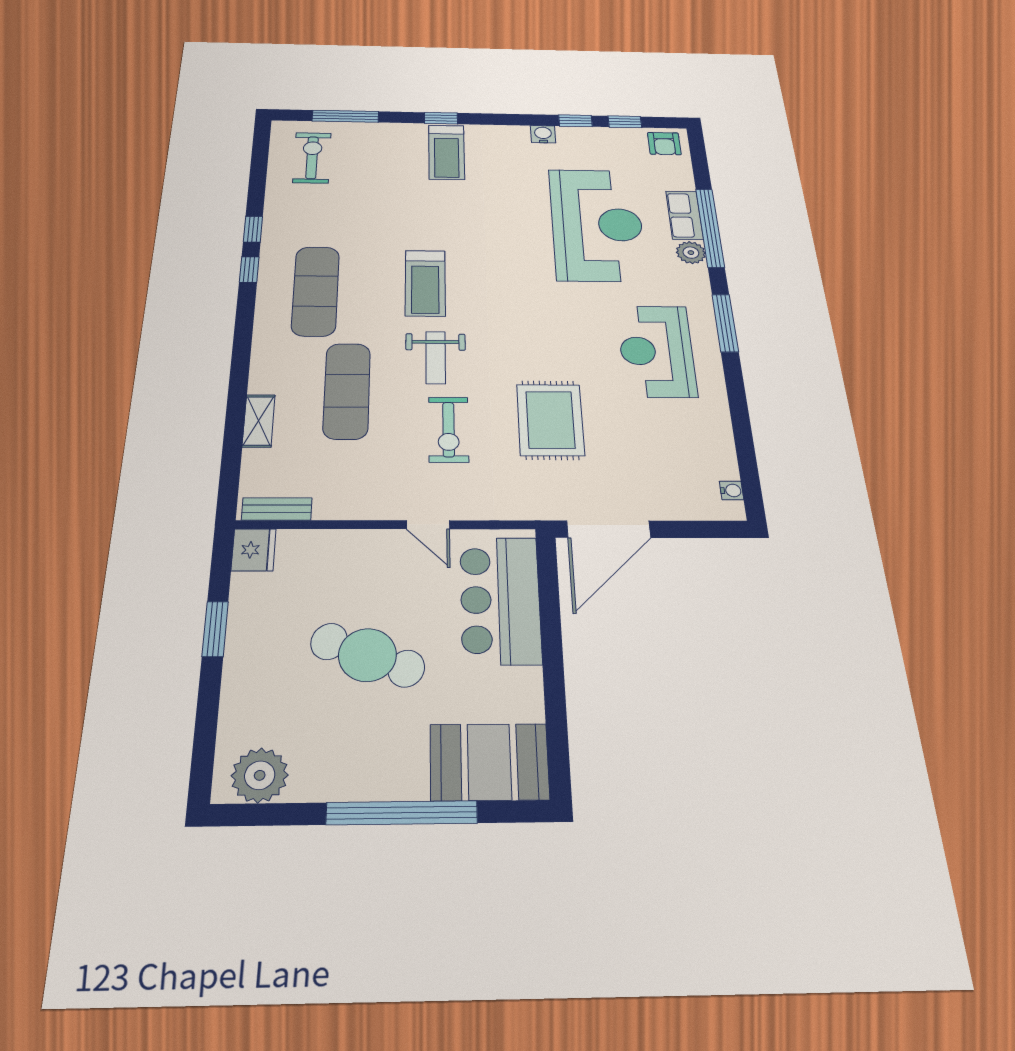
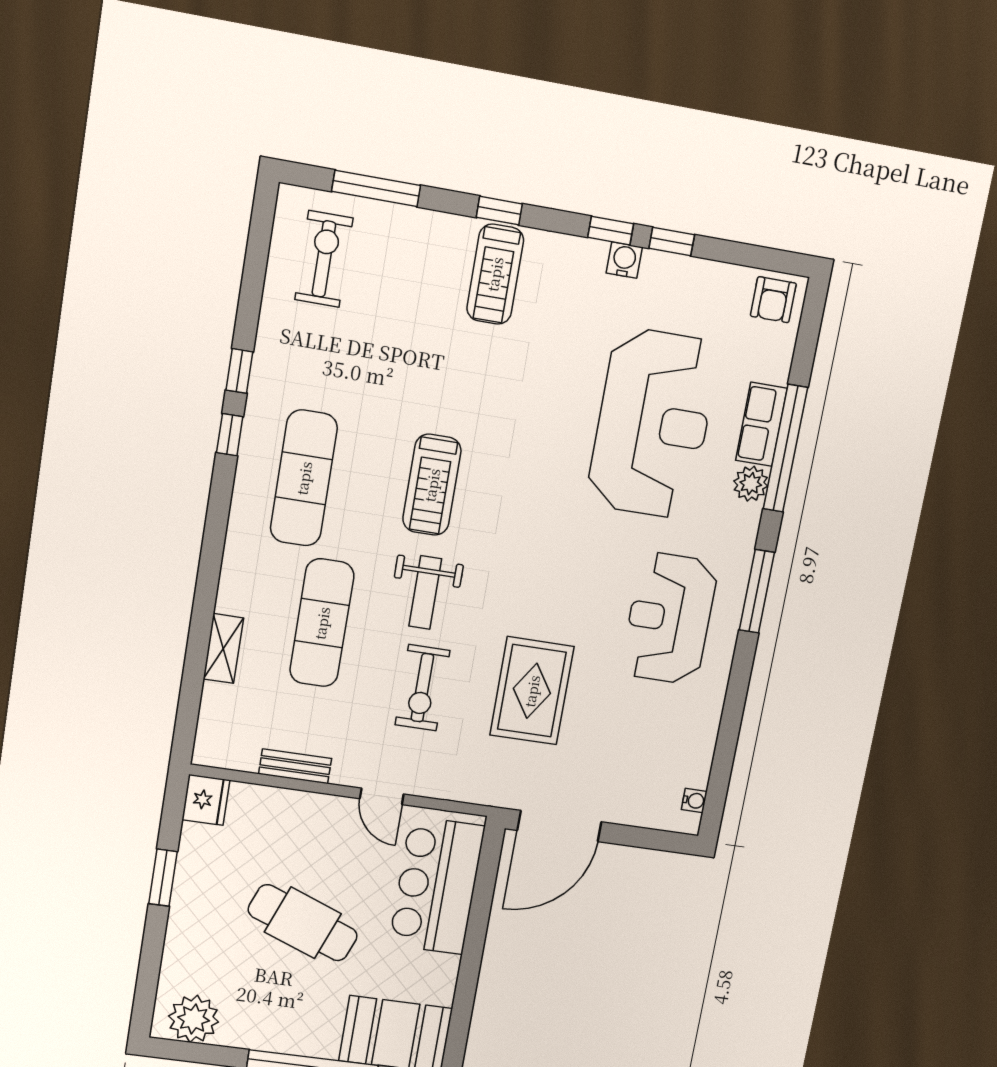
window: (625, 122) -> (611, 231), moved
bench: (277, 509) -> (295, 766), moved

